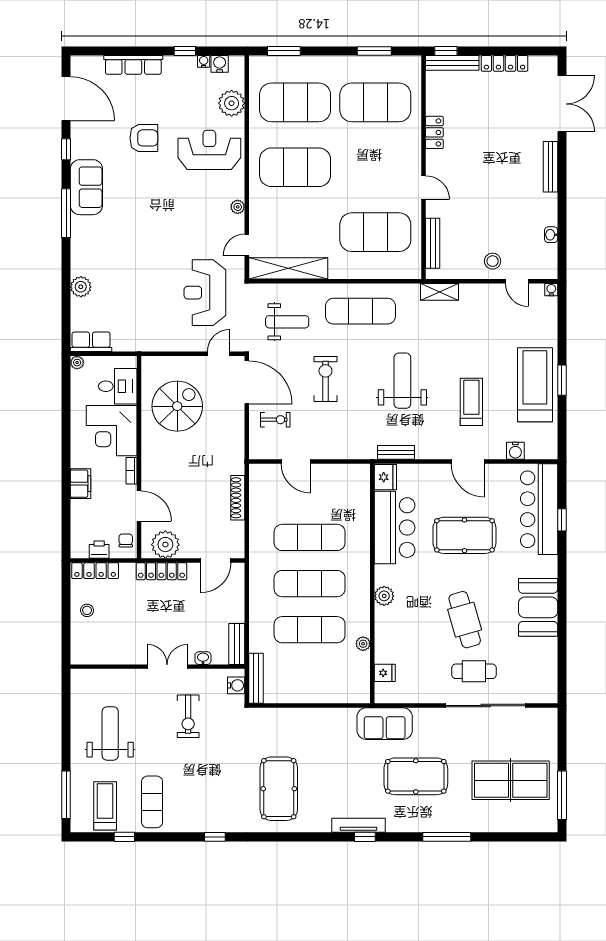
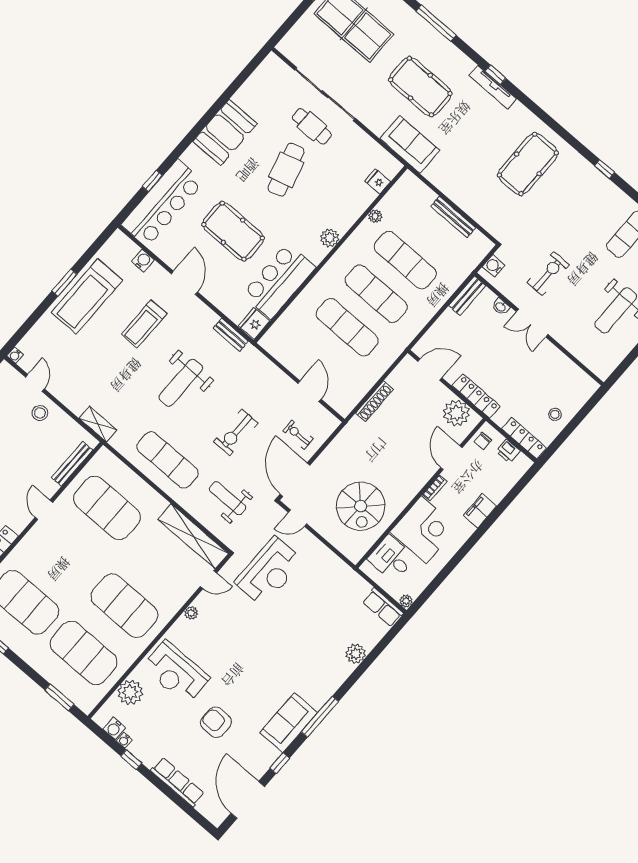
spiral stairs: (177, 406) -> (361, 506), turned -90
bench: (256, 678) -> (453, 217), moved, turned 90

